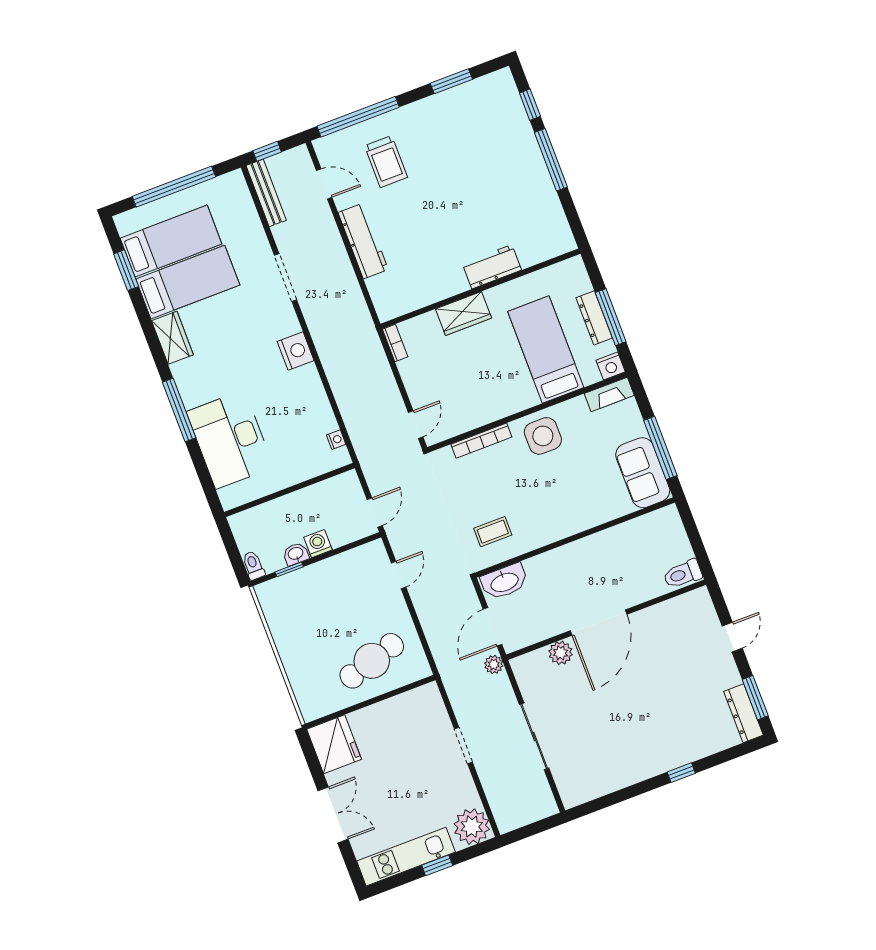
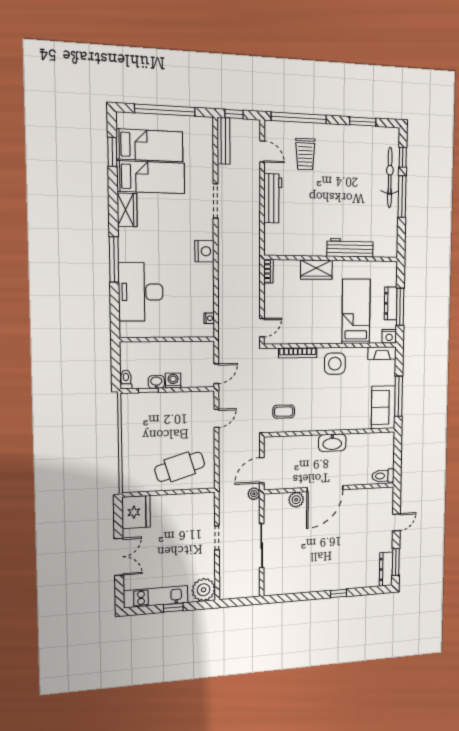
bicycle: (522, 141) -> (390, 178), added
workbench: (492, 267) -> (350, 248), width x1.38
washbasin: (504, 582) -> (332, 443), moved

